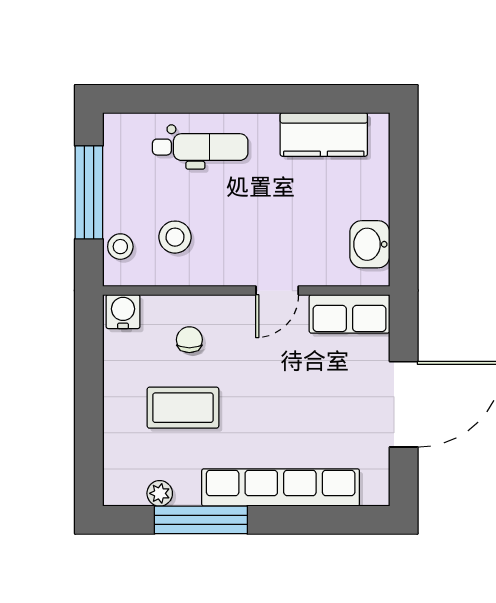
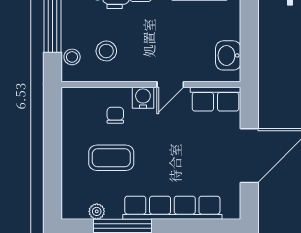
water cooler: (123, 312) -> (143, 98), moved

